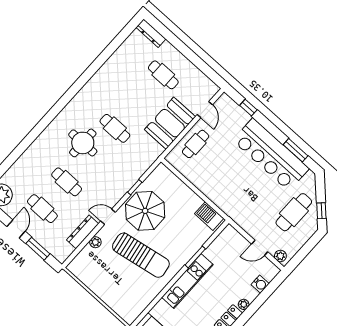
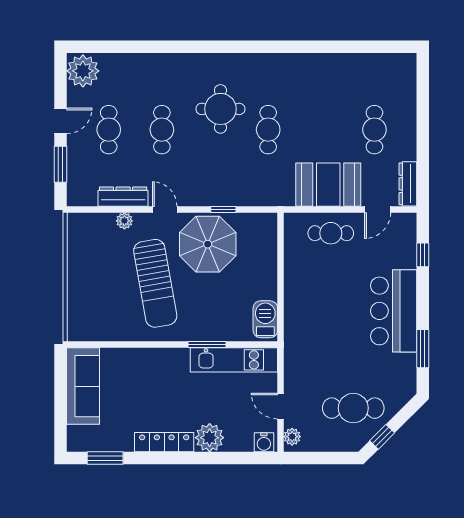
dresser: (151, 33) -> (408, 184), moved
bar counter: (271, 154) -> (394, 311), width x0.73
kitchen unit: (187, 281) -> (234, 360), moved
water cooler: (260, 284) -> (264, 442), moved
plant: (244, 304) -> (210, 438), width x1.88, depth x1.88

